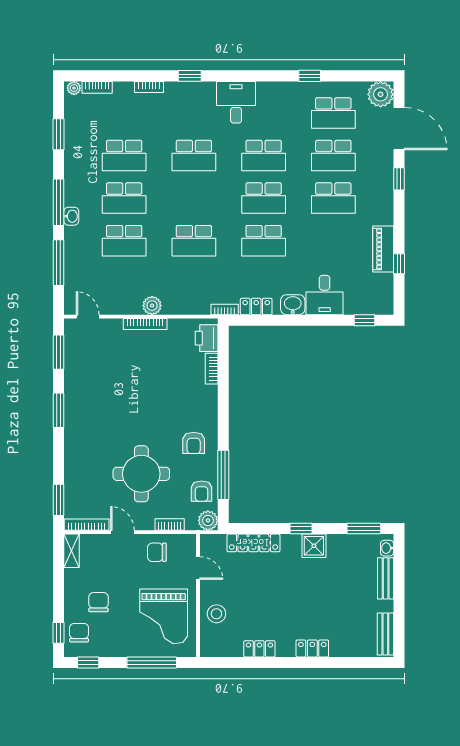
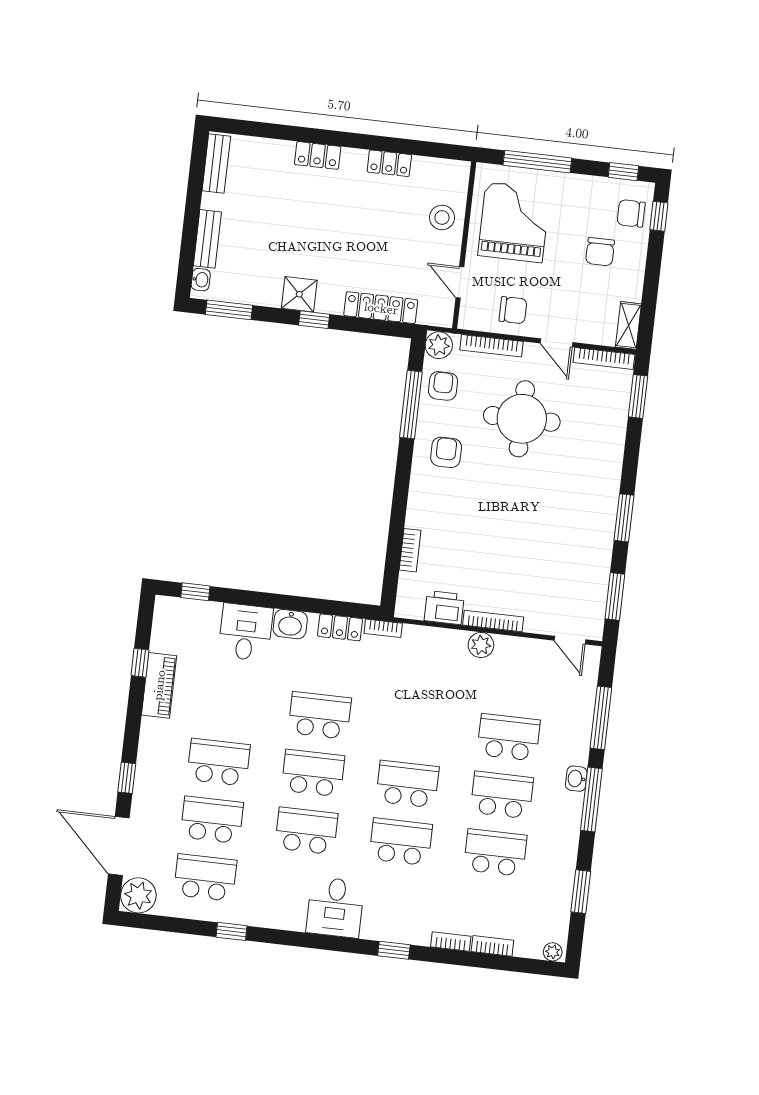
bookcase: (97, 87) -> (492, 946), moved
school desk: (194, 241) -> (407, 784), moved
printer: (207, 338) -> (444, 608), moved, turned -90
bookcase: (170, 524) -> (491, 346), width x1.56
chair: (79, 633) -> (631, 213), turned 90

